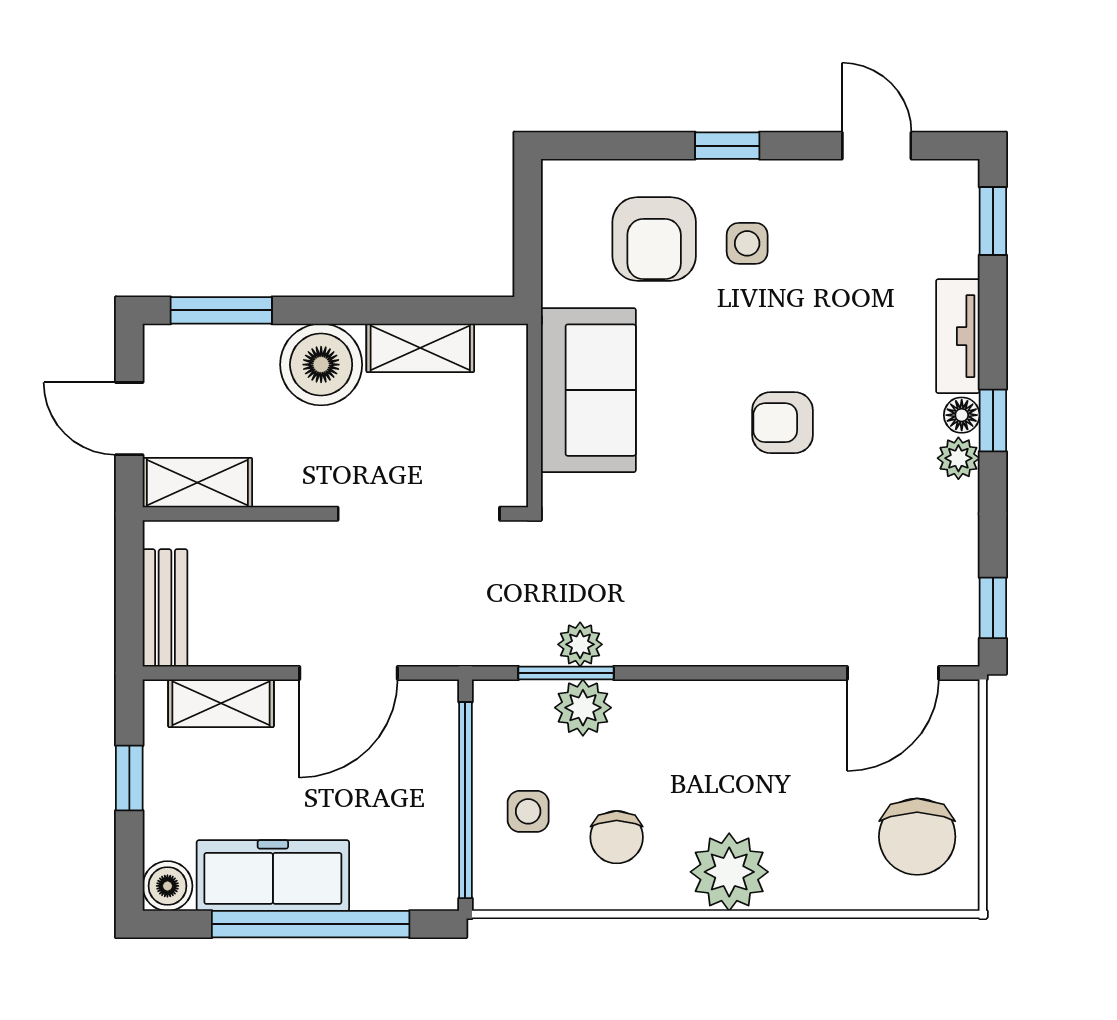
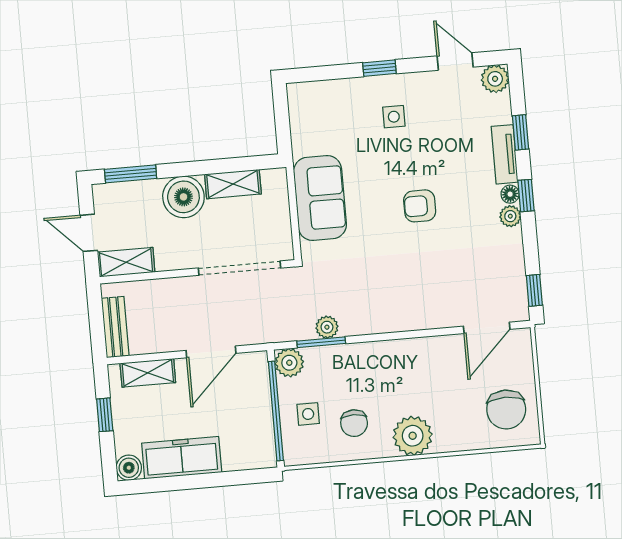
plant: (952, 186) -> (495, 79), added
window: (993, 221) -> (521, 132), moved
armchair: (654, 239) -> (347, 119), removed
plant: (583, 708) -> (289, 363), moved
window: (311, 924) -> (203, 481), removed

